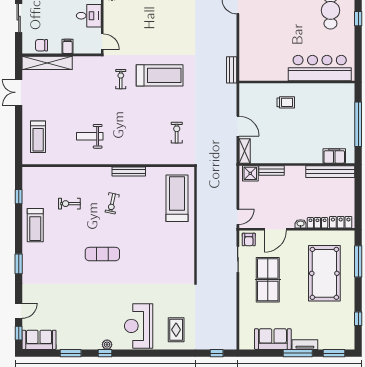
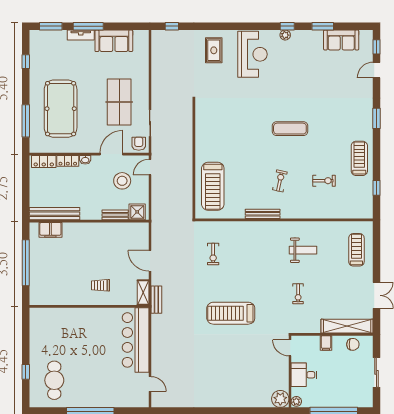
bar counter: (320, 68) -> (136, 340), moved, turned 90
bench: (232, 70) -> (156, 300), moved
exercise bike: (121, 79) -> (298, 294), moved
shelving: (245, 151) -> (143, 292), moved
stool: (265, 203) -> (122, 181), added
sofa: (39, 340) -> (341, 40), moved

